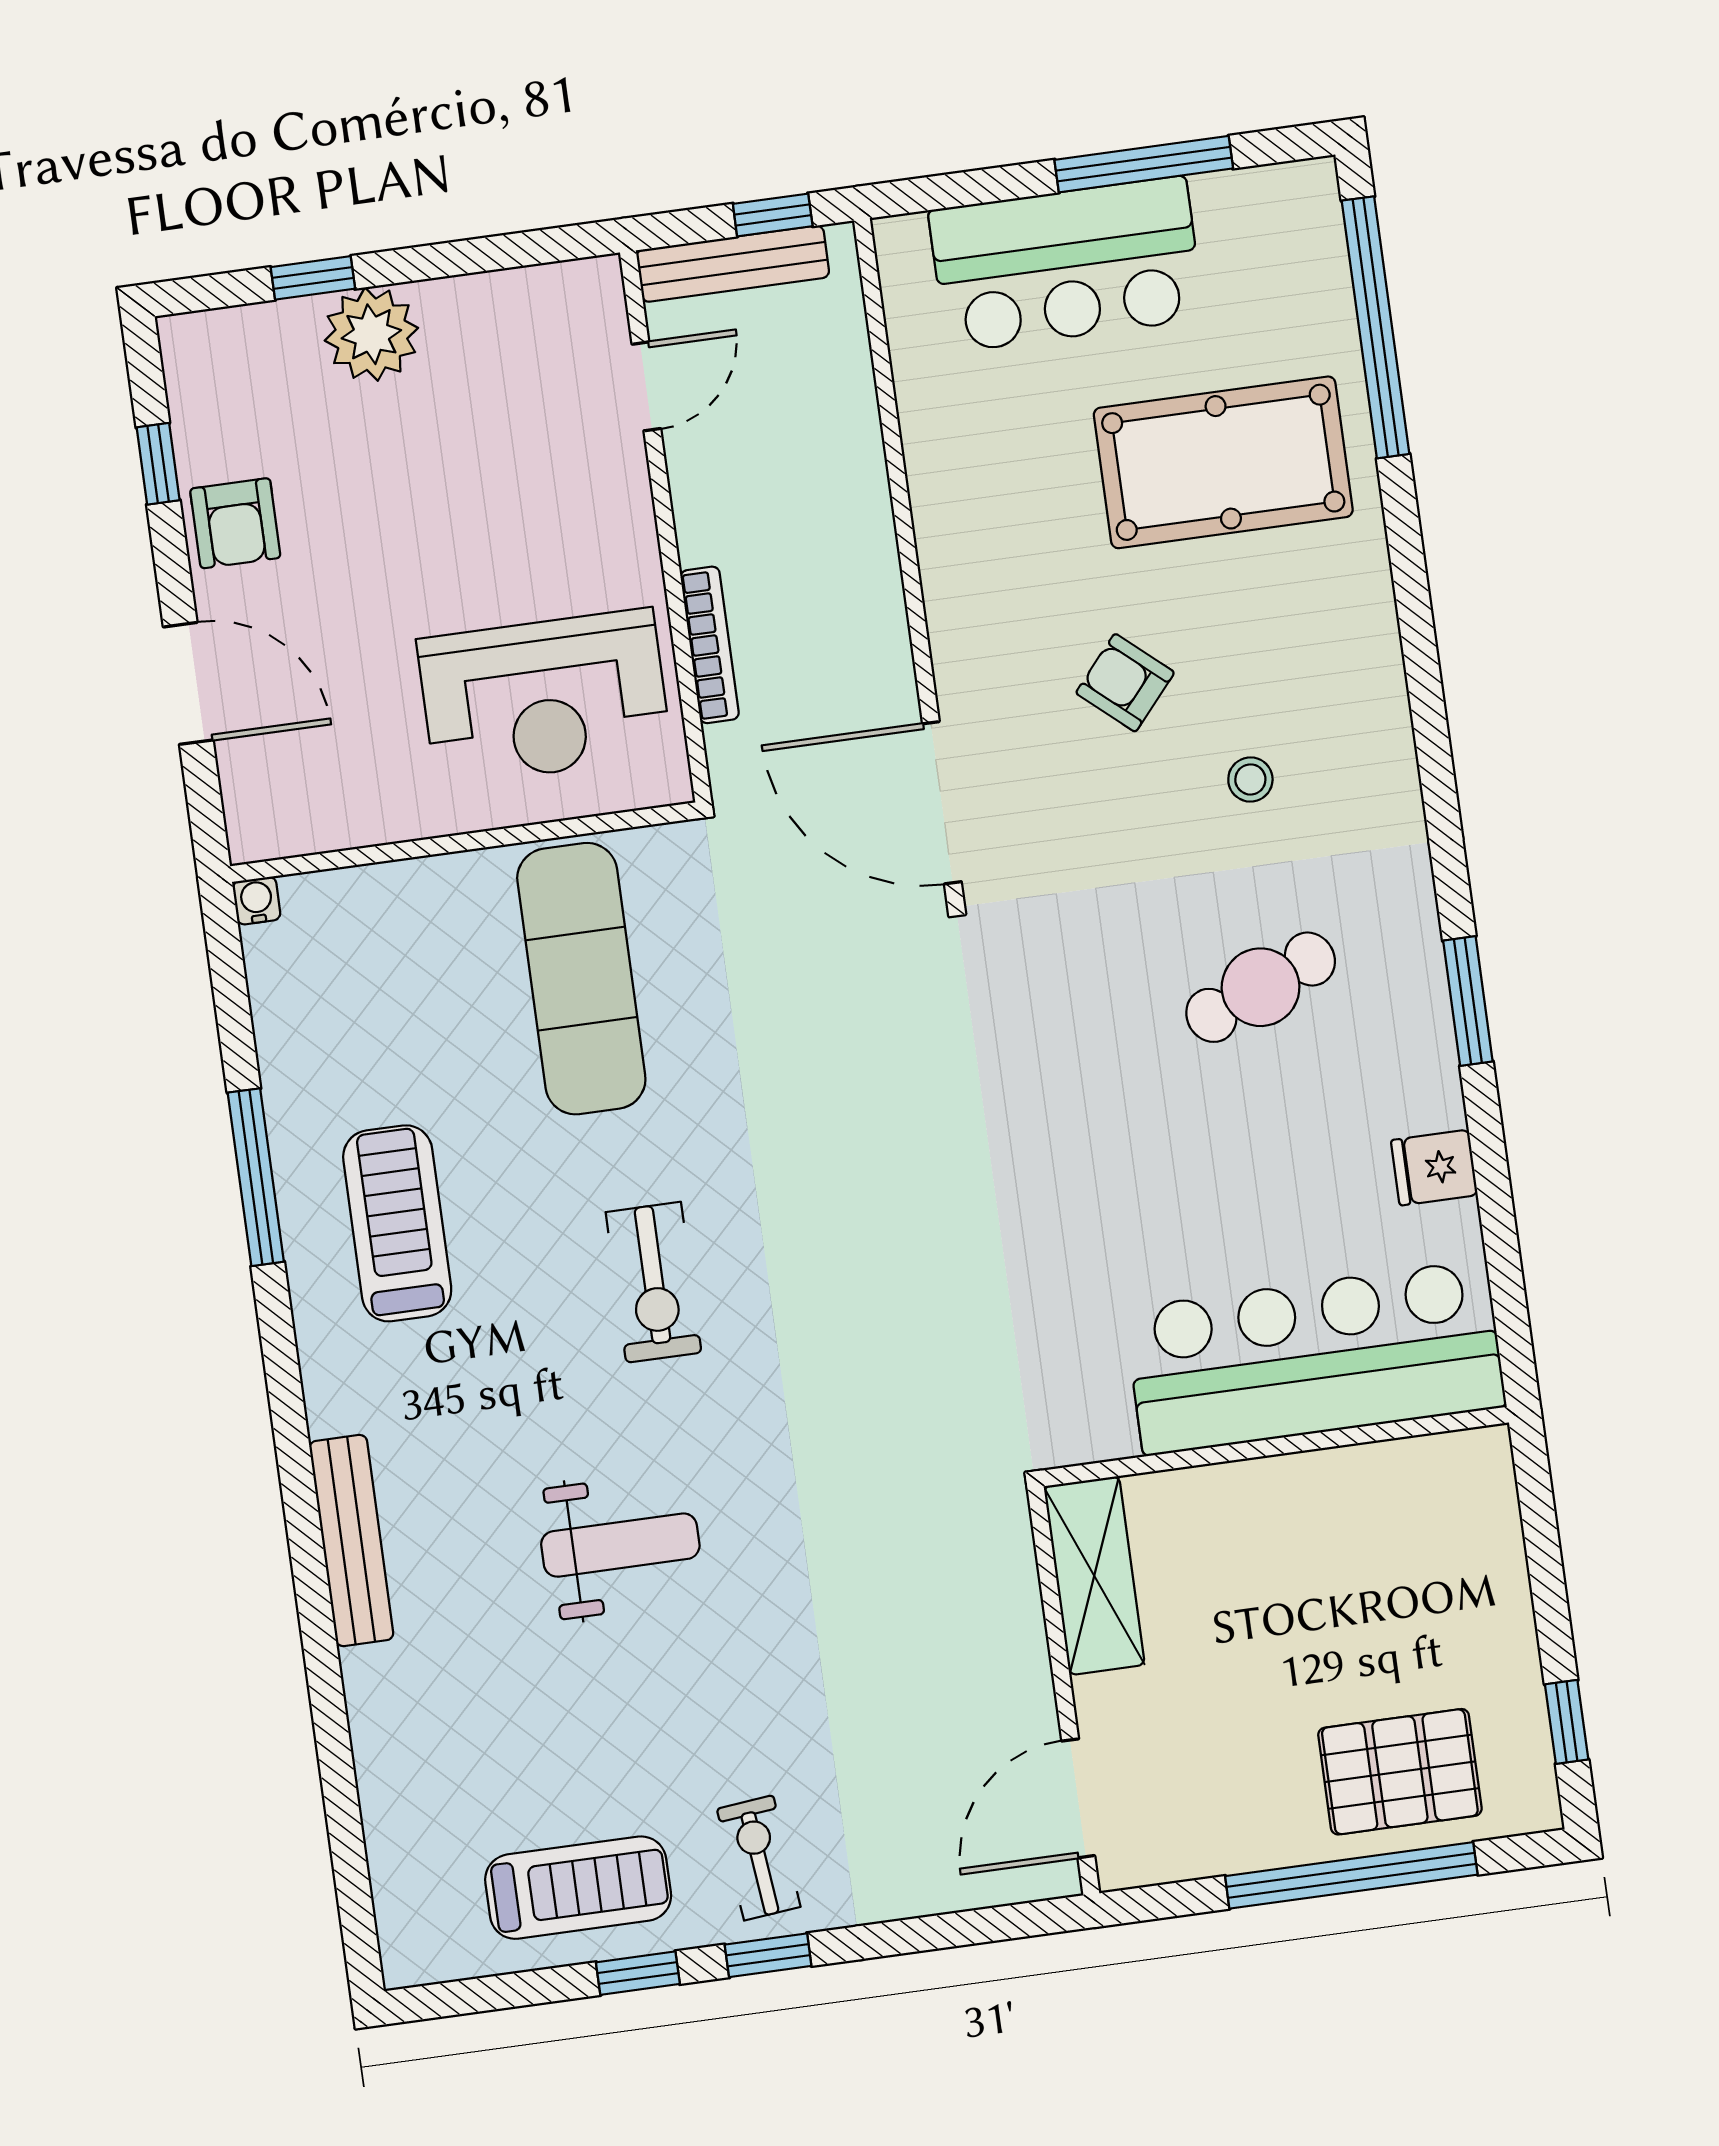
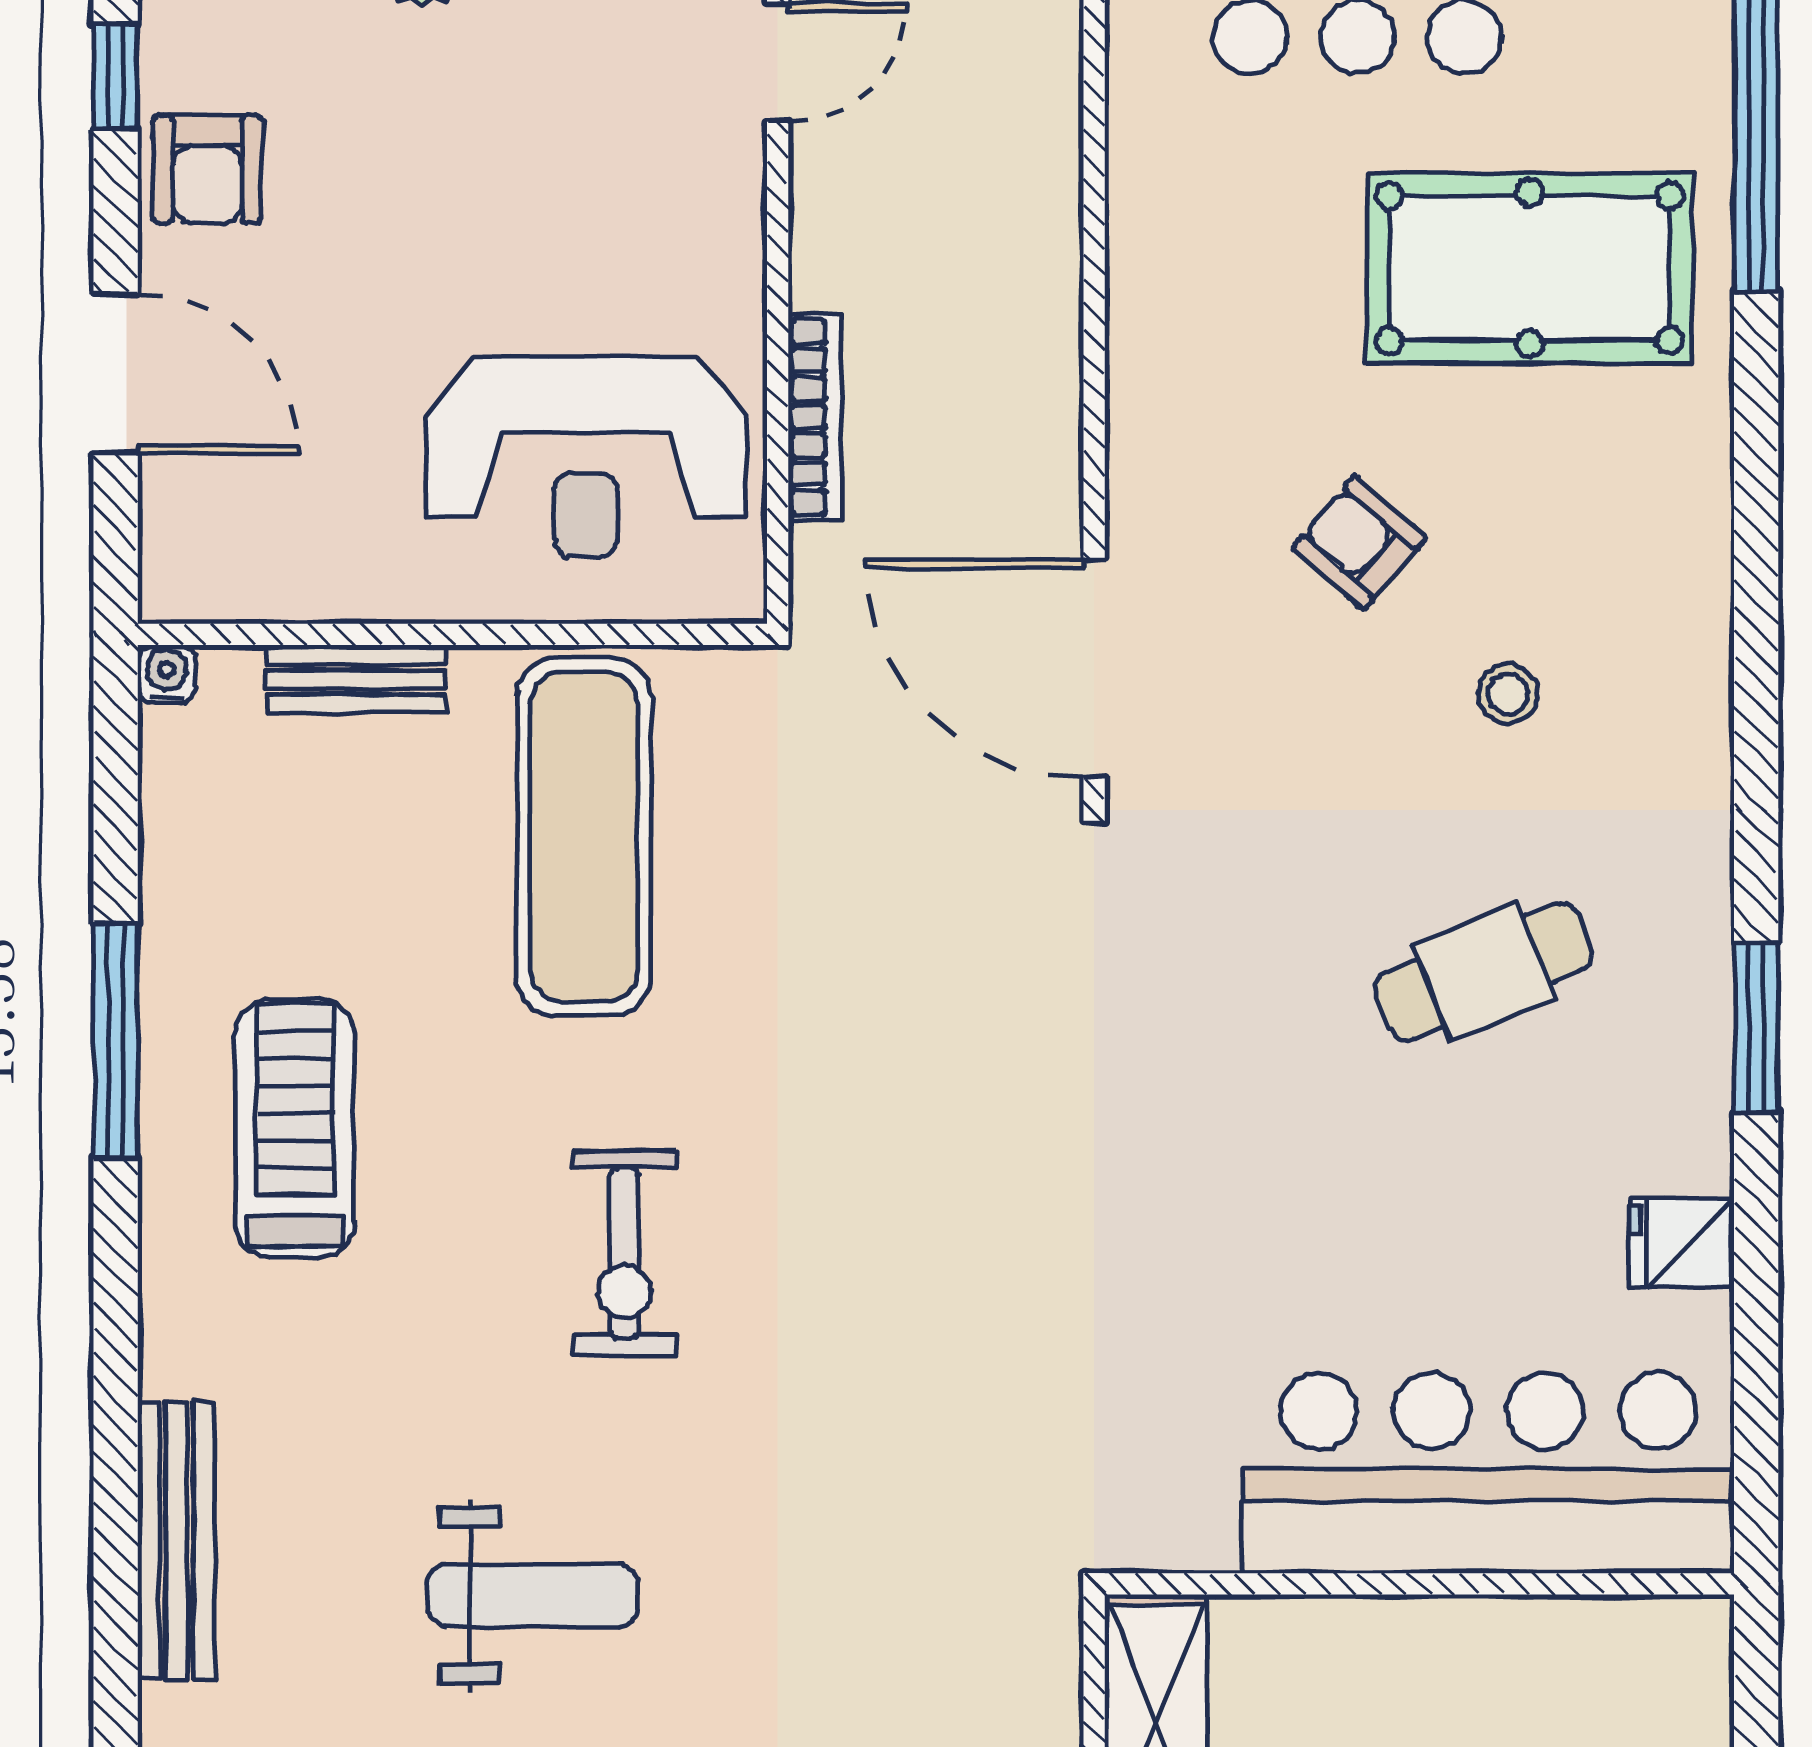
bench: (397, 885) -> (356, 679), added

